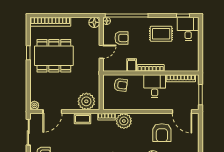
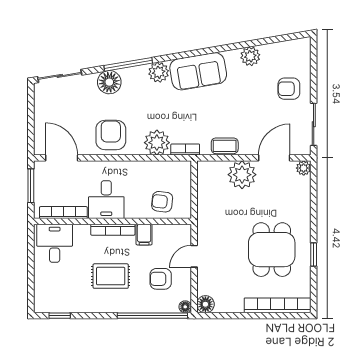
desk: (188, 29) -> (55, 243), moved, turned 180
rug: (161, 34) -> (111, 276), moved
dining table: (54, 56) -> (272, 250), width x0.73
plant: (86, 101) -> (242, 175), moved
armchair: (162, 133) -> (111, 135), moved

